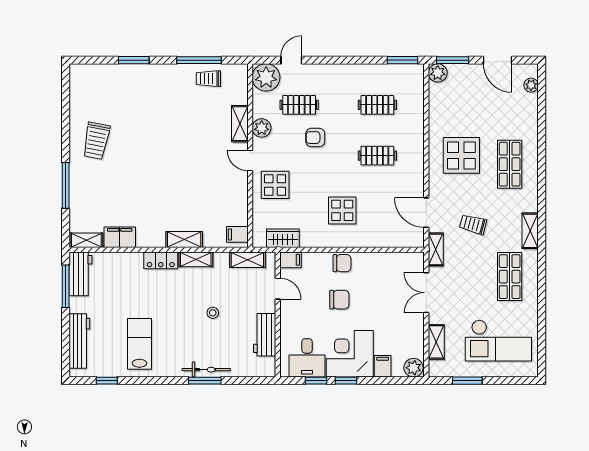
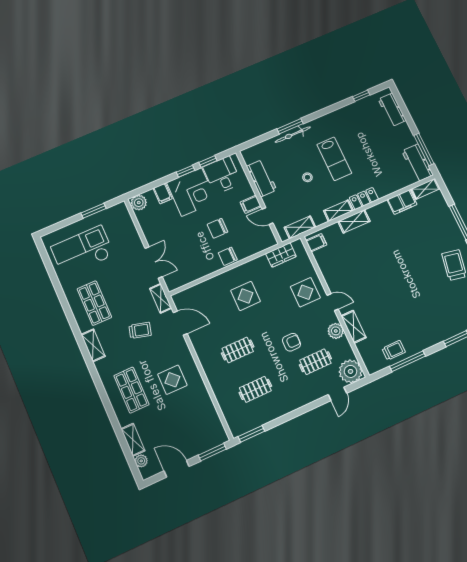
plant: (438, 73) -> (219, 436), removed
display table: (461, 155) -> (172, 380), width x0.73, depth x0.73
filing cabinet: (290, 260) -> (251, 204), moved
workbench: (79, 341) -> (392, 110), width x0.73
shelving: (436, 342) -> (133, 440), moved
lab bench: (139, 344) -> (334, 159), moved

